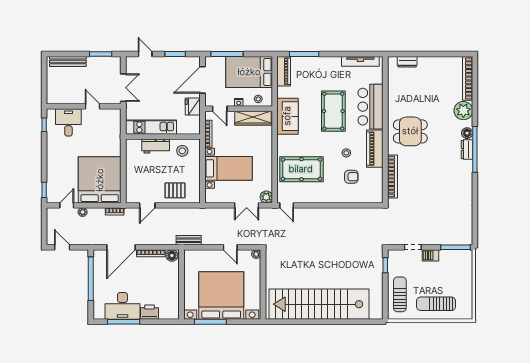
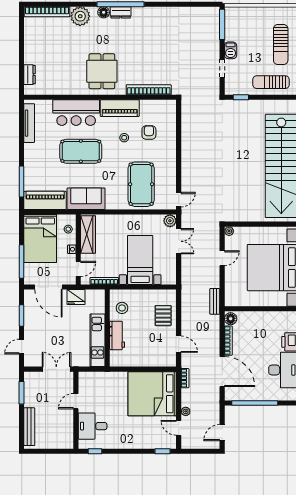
piano: (284, 71) -> (45, 200), width x1.37, depth x1.33

